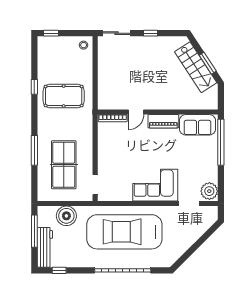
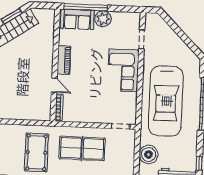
sofa: (197, 125) -> (77, 19), moved, turned 90
table tennis table: (64, 165) -> (82, 148), moved
plant: (209, 191) -> (103, 19), moved

